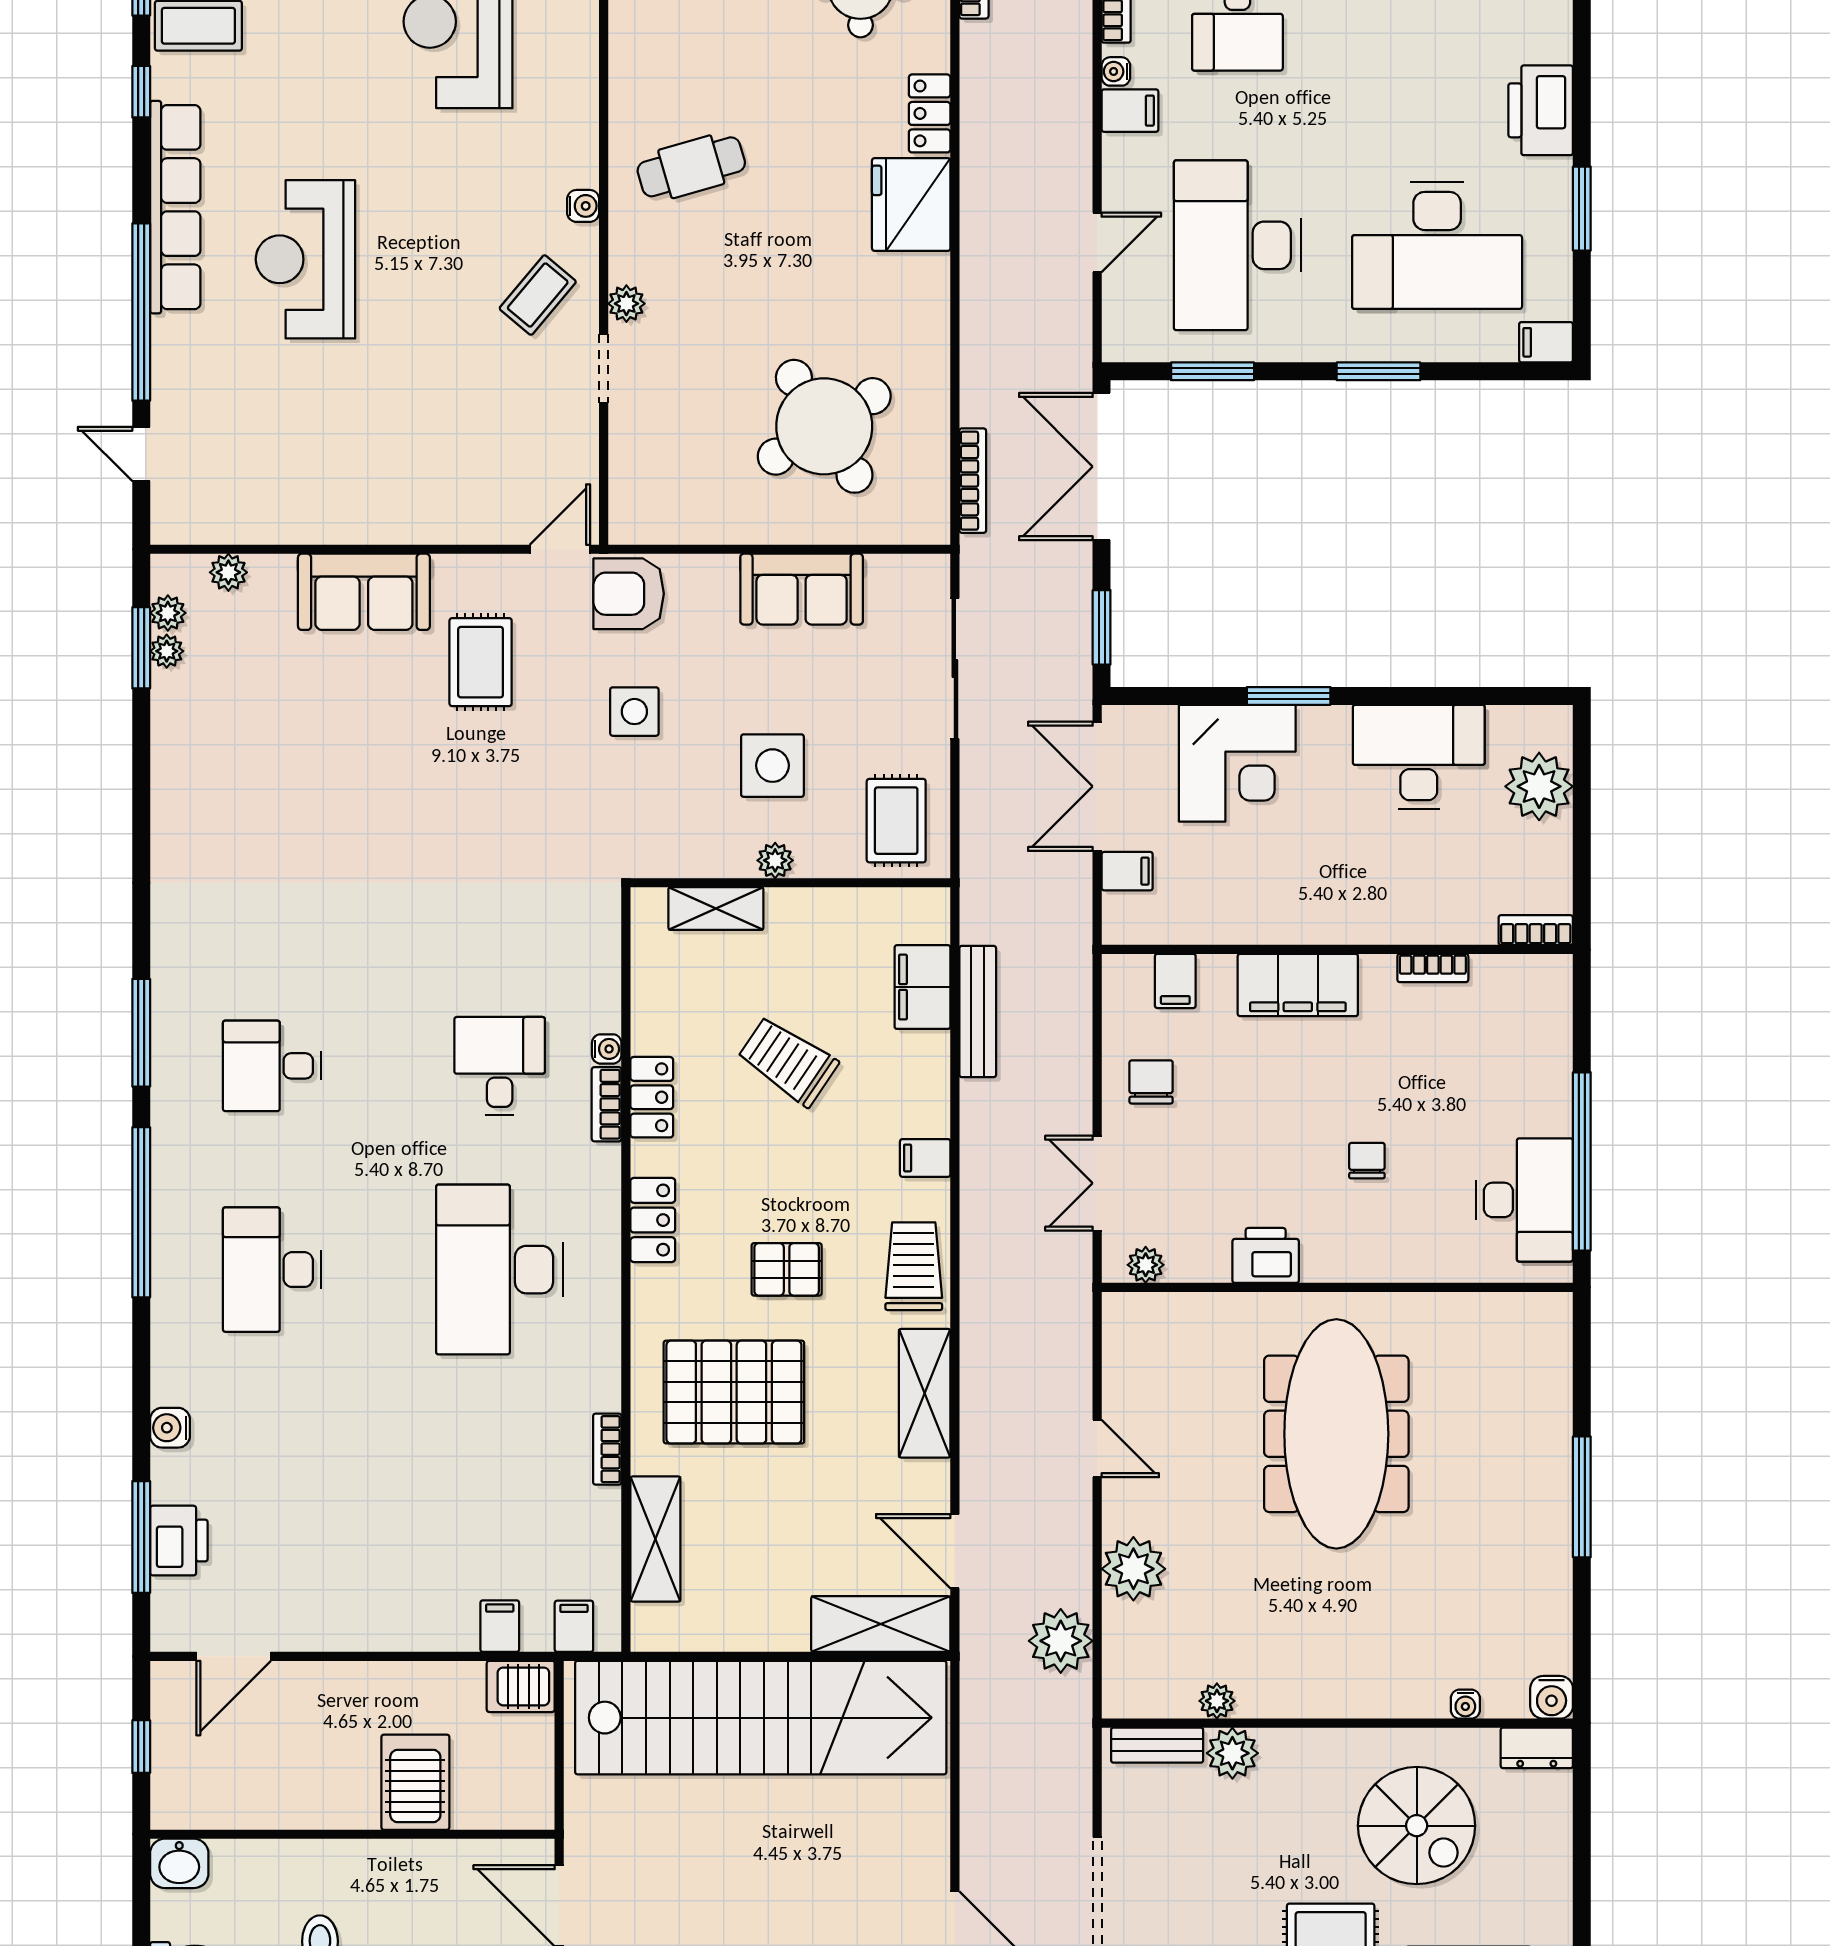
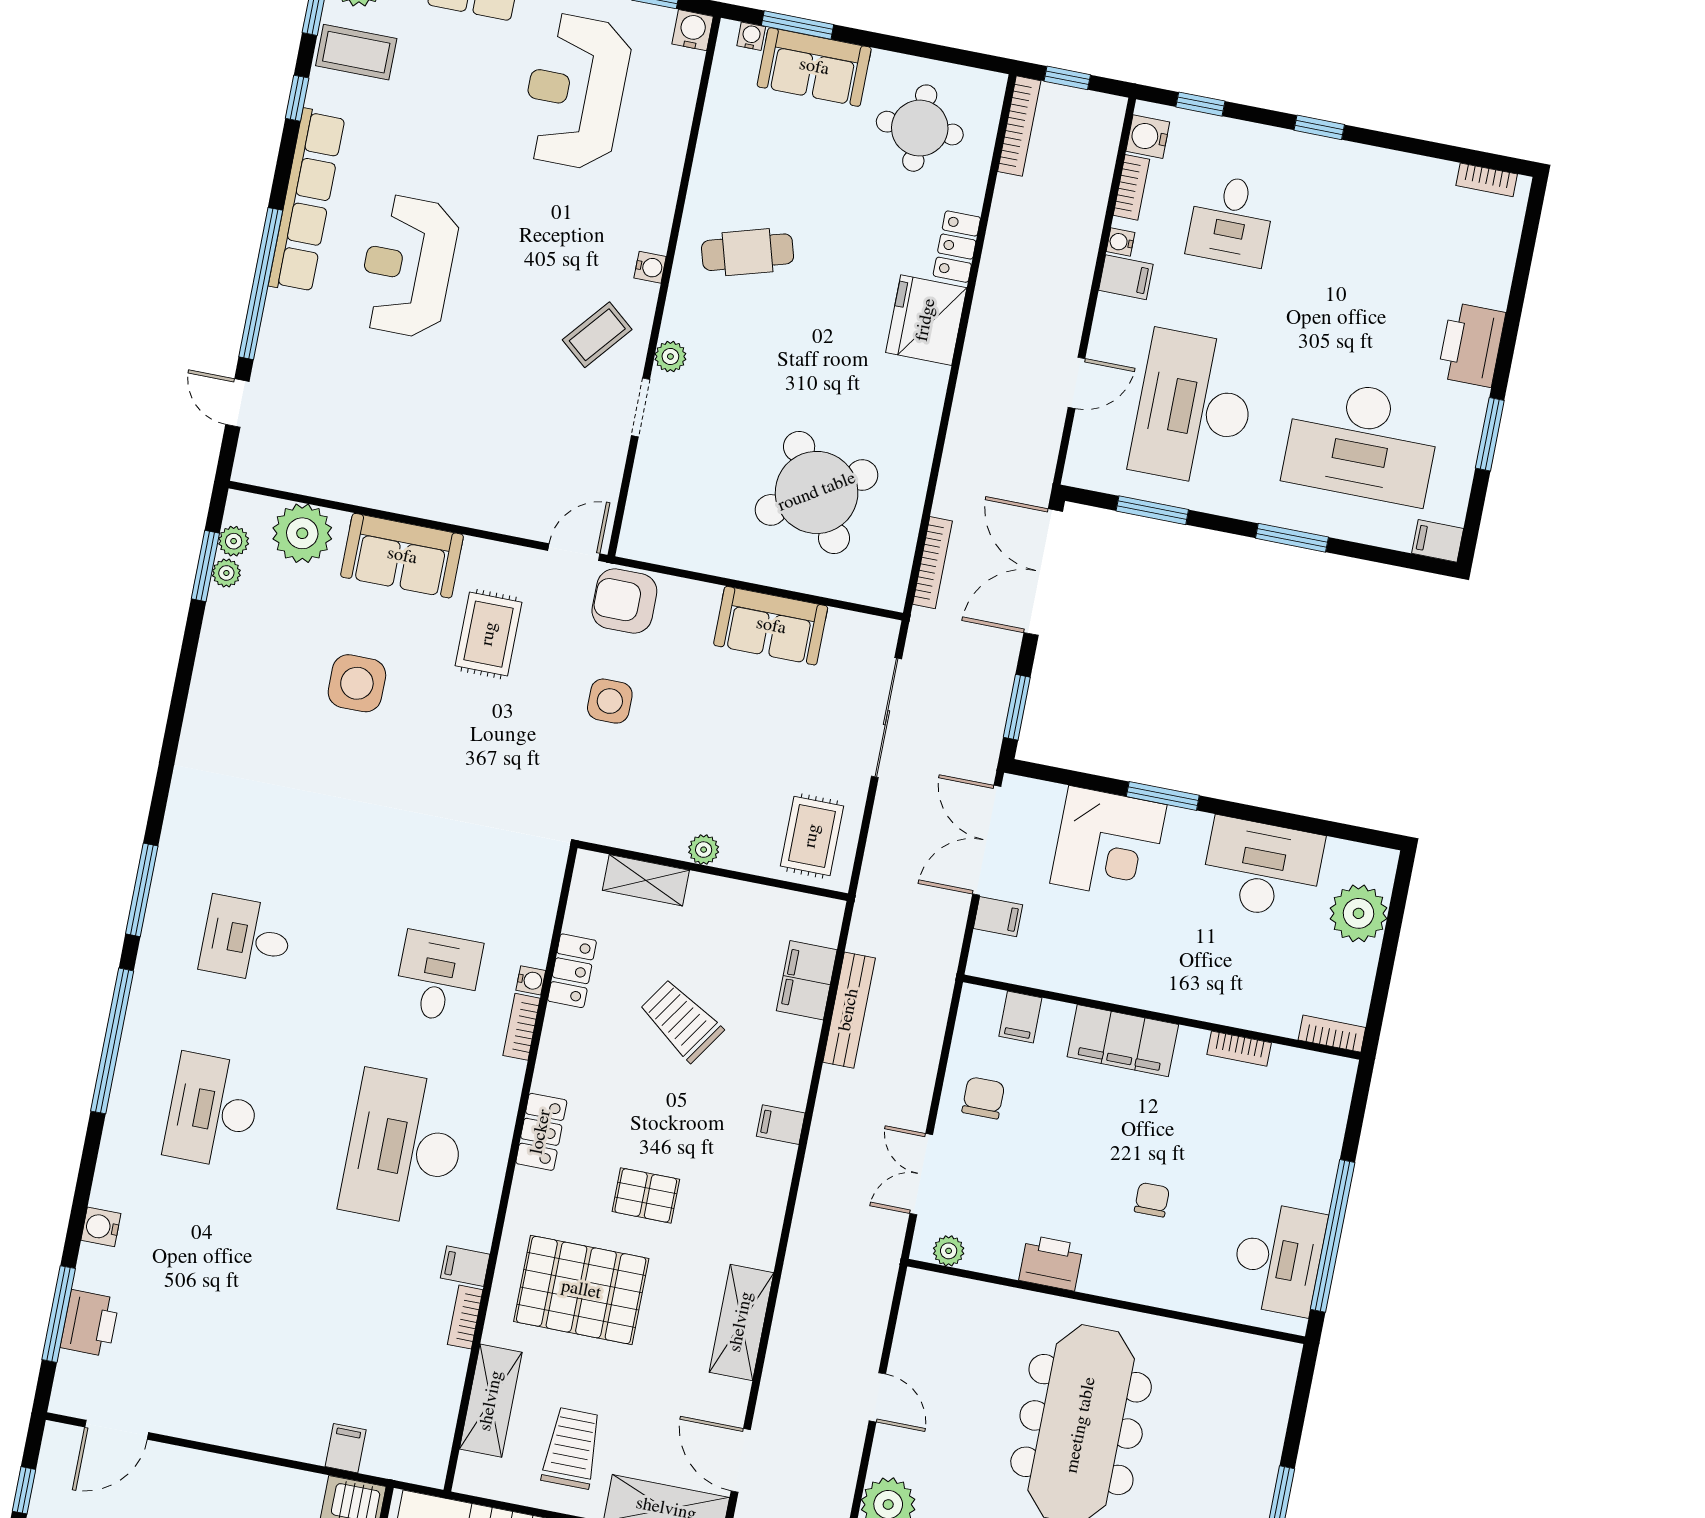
plant: (228, 572) -> (302, 533), width x1.88, depth x1.88
side table: (772, 766) -> (357, 683), moved
locker: (652, 1097) -> (572, 971), moved
trolley: (914, 1266) -> (572, 1448), moved
filing cabinet: (574, 1626) -> (465, 1266), moved, turned -90

